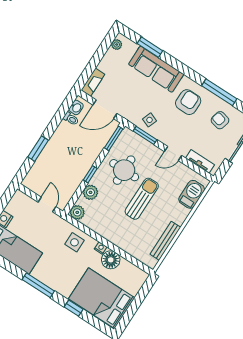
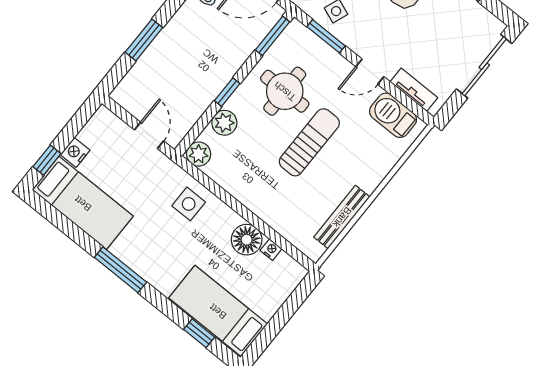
armchair: (220, 120) -> (455, 24), removed
barbecue: (192, 194) -> (393, 115), moved, turned -90
nightstand: (101, 248) -> (271, 250), moved
bed: (102, 298) -> (218, 311), width x0.67
window: (74, 308) -> (199, 333), moved

